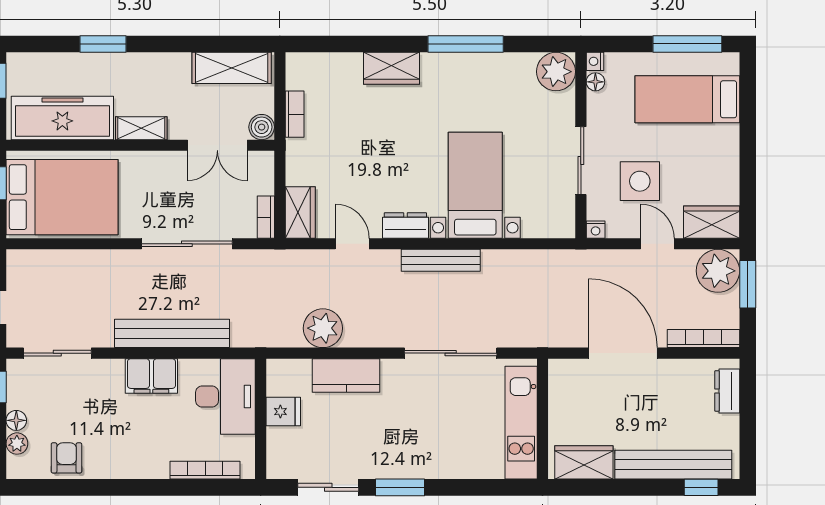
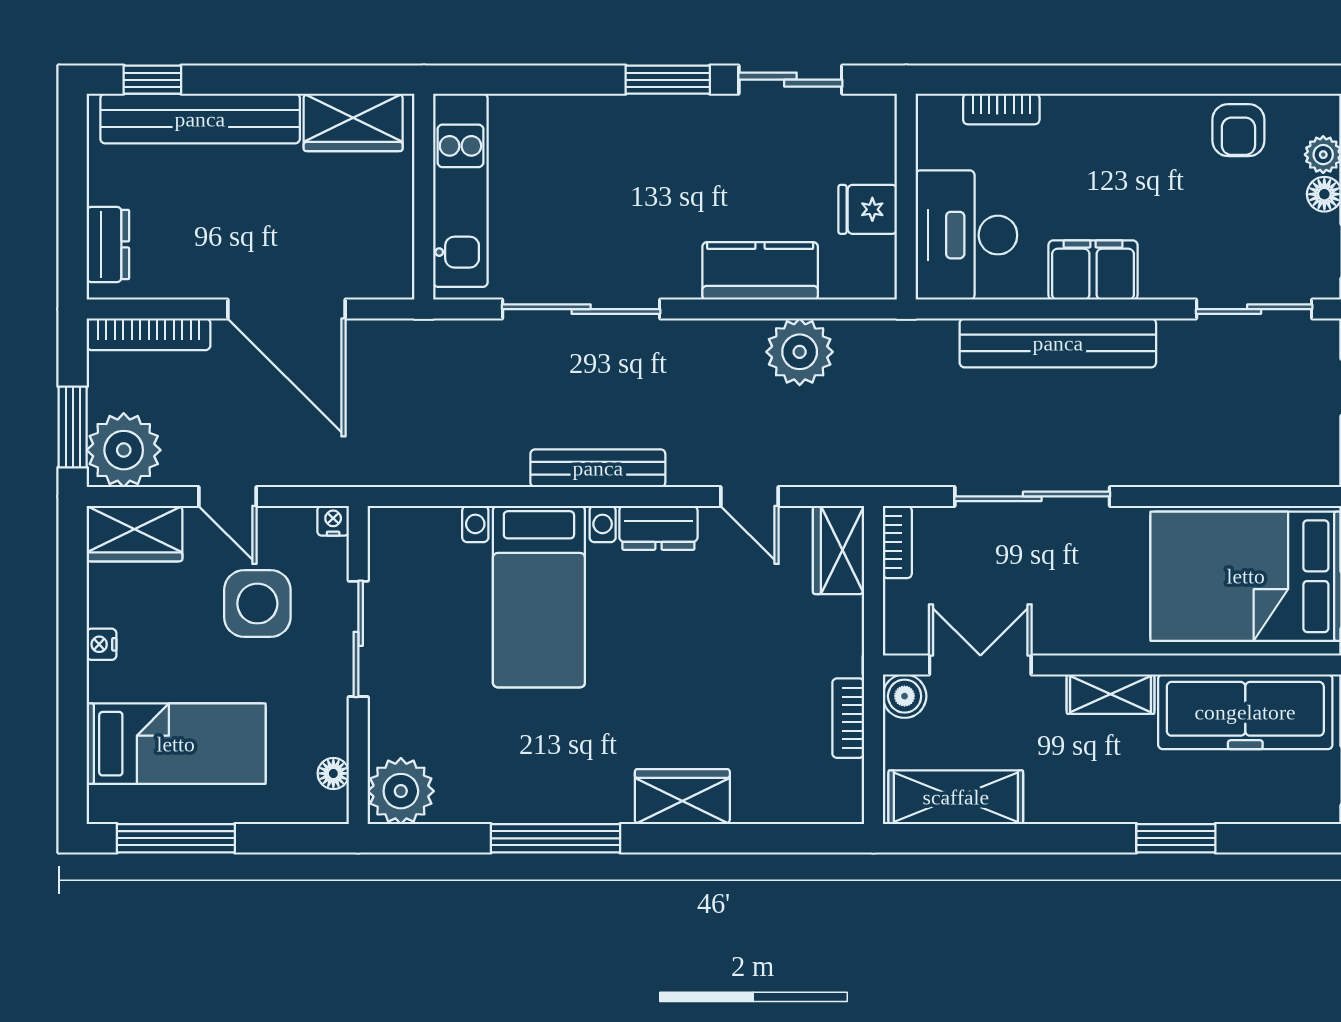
nightstand: (595, 61) -> (102, 644), moved, turned 180
bookcase: (205, 470) -> (1001, 109), width x0.64

